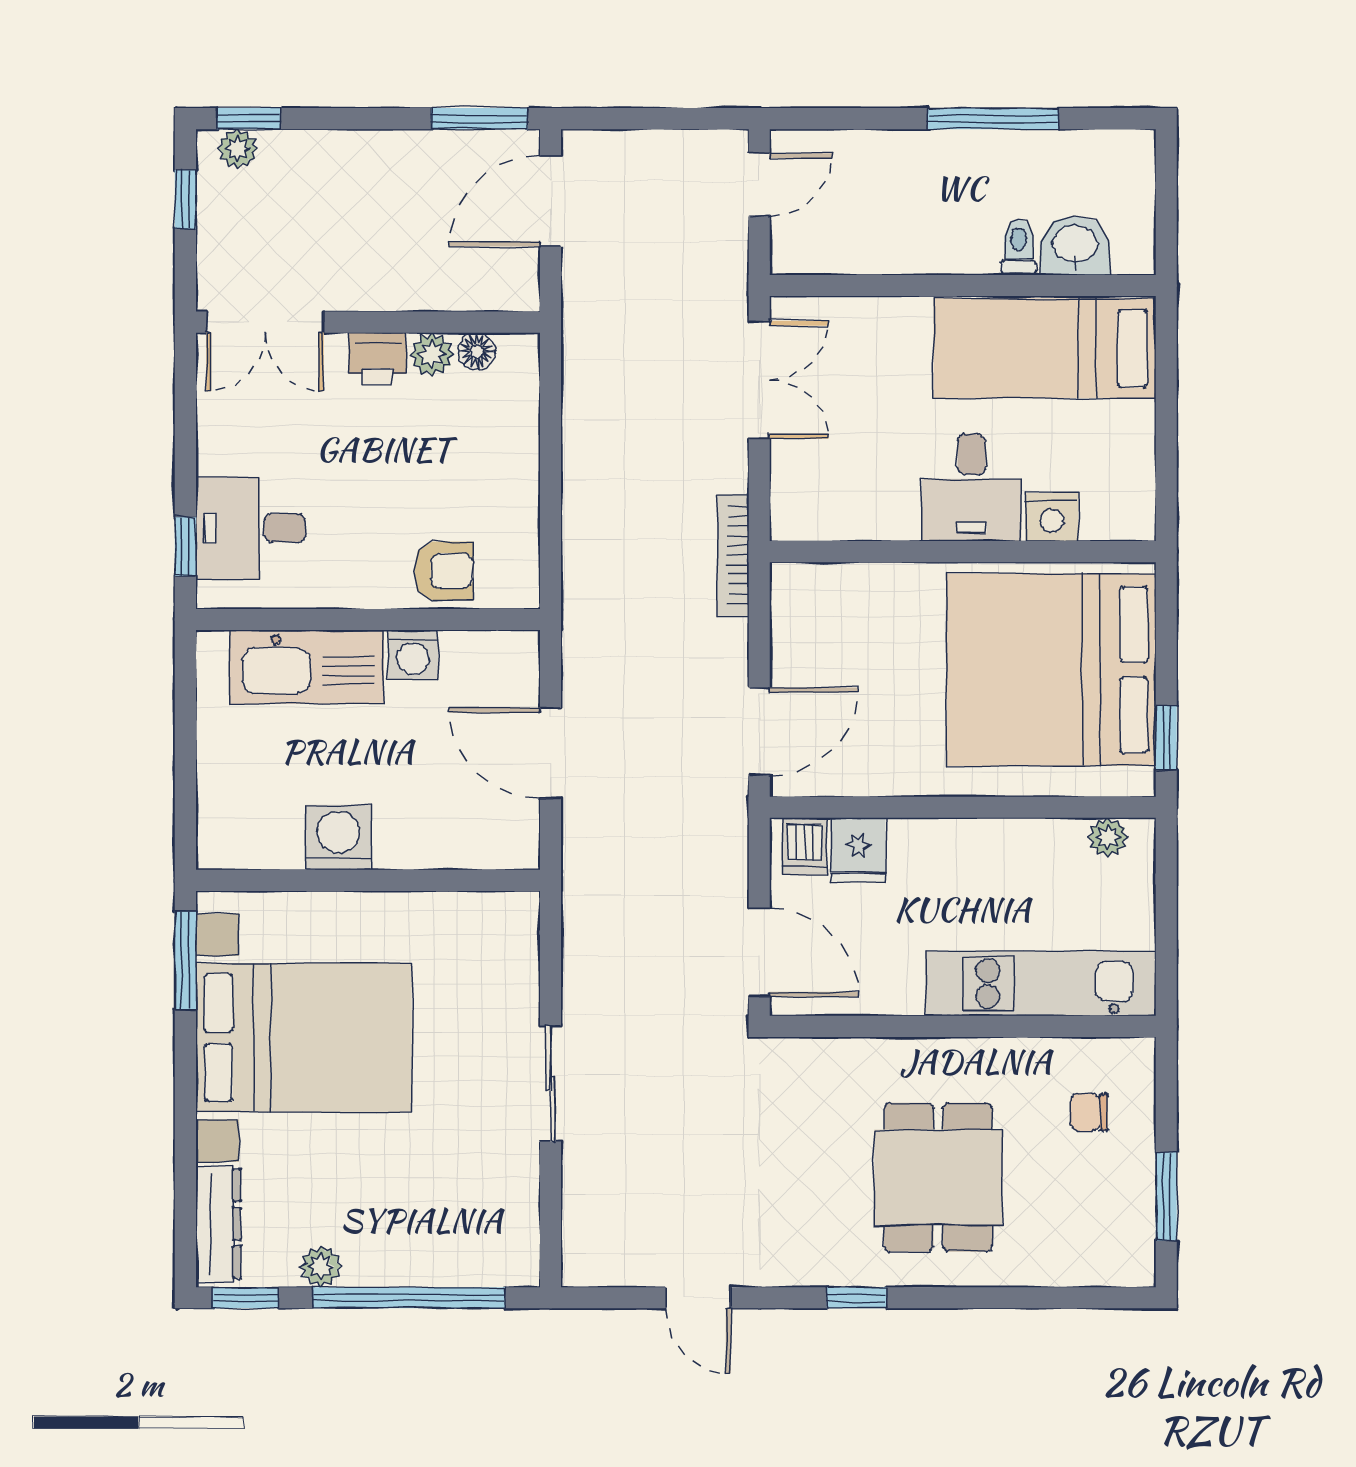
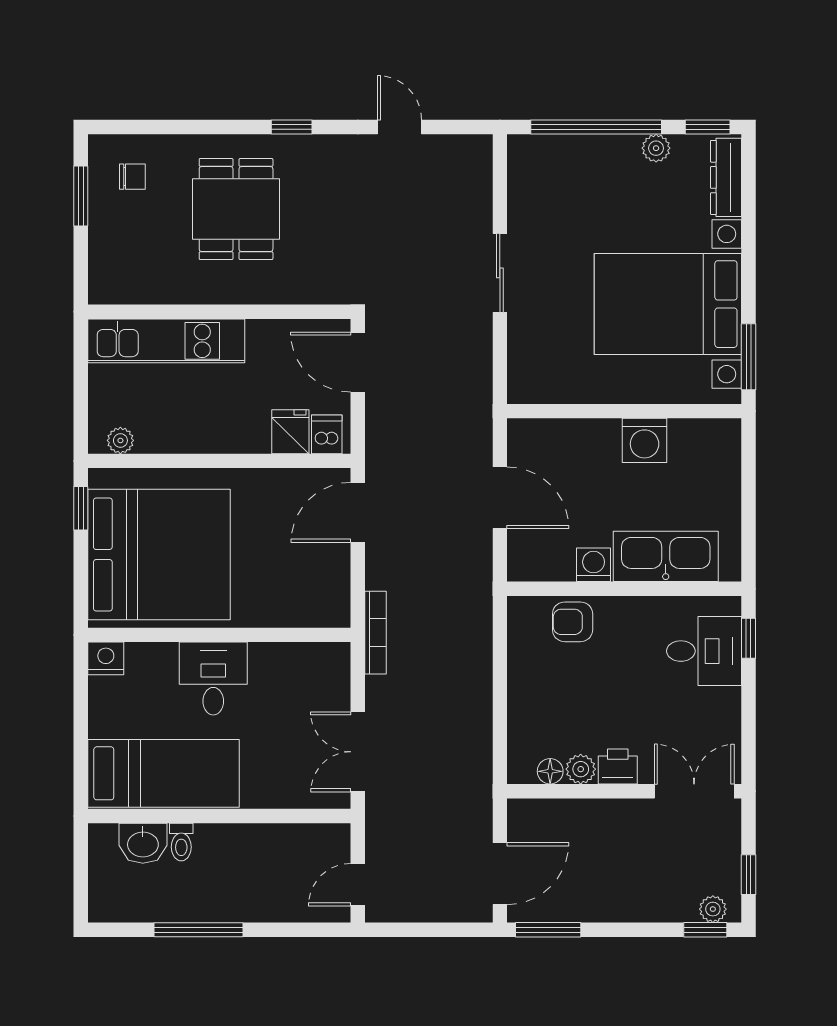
nightstand: (1052, 517) -> (106, 658), moved
chair: (1089, 1112) -> (132, 177), moved

